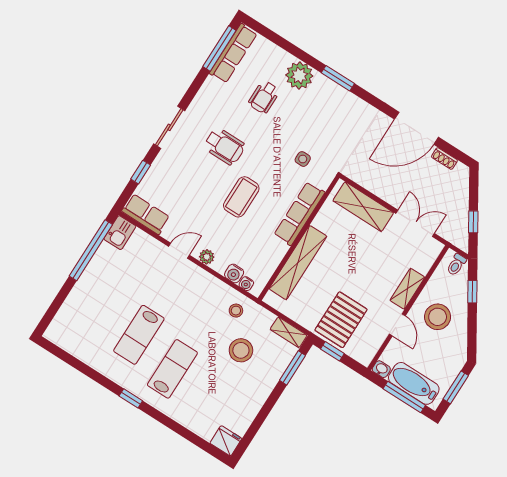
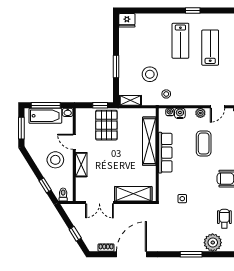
coffee table: (241, 197) -> (204, 143), moved
row of seats: (299, 214) -> (165, 153), moved
window: (473, 222) -> (75, 234), moved
window: (292, 368) -> (116, 67), moved

